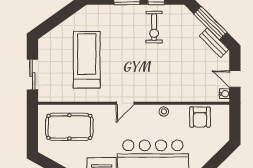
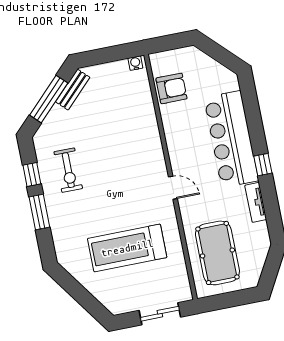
exercise bike: (154, 27) -> (68, 170), turned 90
door: (235, 79) -> (114, 54), removed
stool: (164, 111) -> (174, 136), removed

